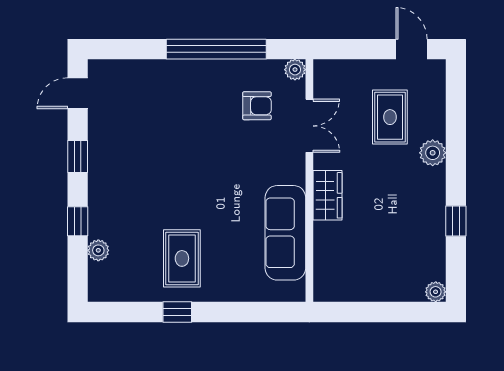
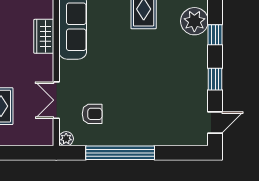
armchair: (257, 106) -> (92, 114), turned 180
wardrobe: (327, 195) -> (44, 36), moved
plant: (98, 250) -> (194, 21), width x1.88, depth x1.88

